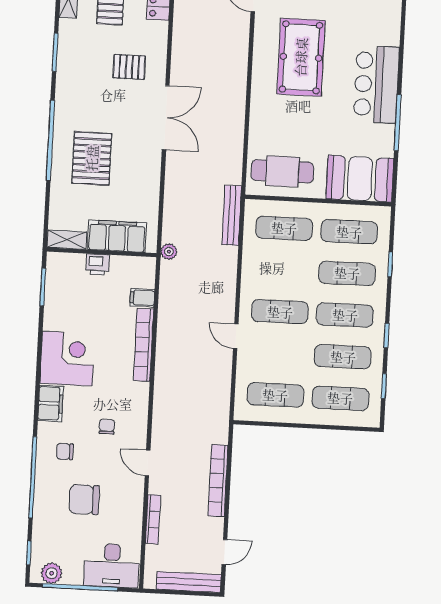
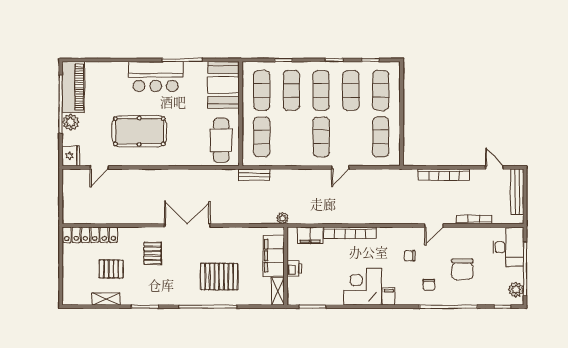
bench: (232, 215) -> (254, 175), width x0.73
filing cabinet: (142, 298) -> (310, 235), width x2.00
filing cabinet: (51, 403) -> (389, 297), width x0.50

